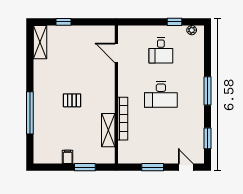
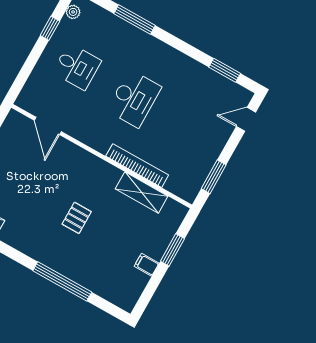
door: (116, 53) -> (48, 126), hinge flipped
window: (208, 91) -> (135, 20), moved
window: (153, 167) -> (214, 177), moved

